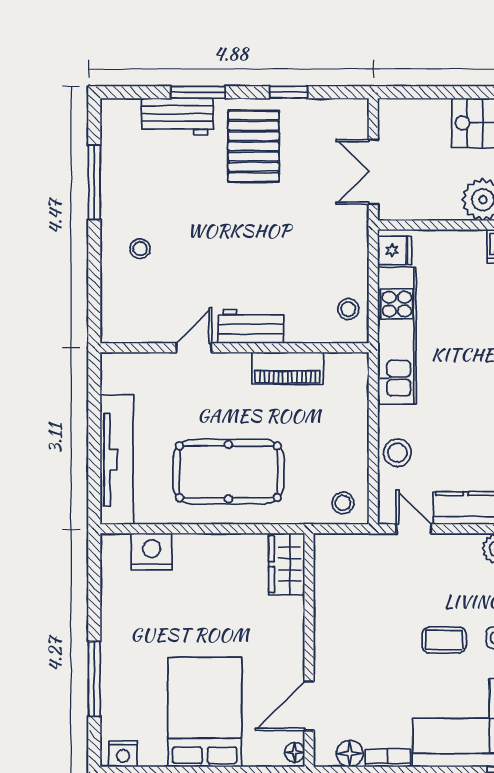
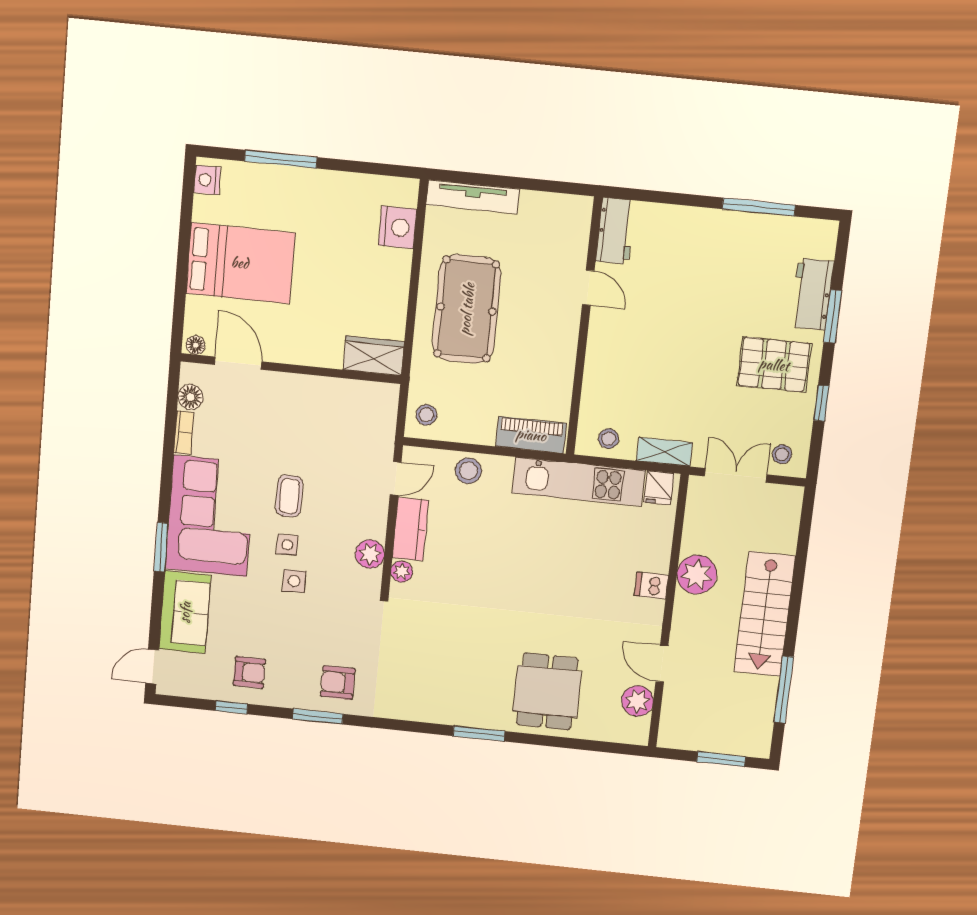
stool: (140, 249) -> (782, 454), moved
shelving: (356, 249) -> (664, 452), added
workbench: (251, 326) -> (615, 231), moved
piano: (288, 368) -> (531, 435), moved, turned 90
tv unit: (117, 460) -> (473, 197), width x0.73, depth x0.78

